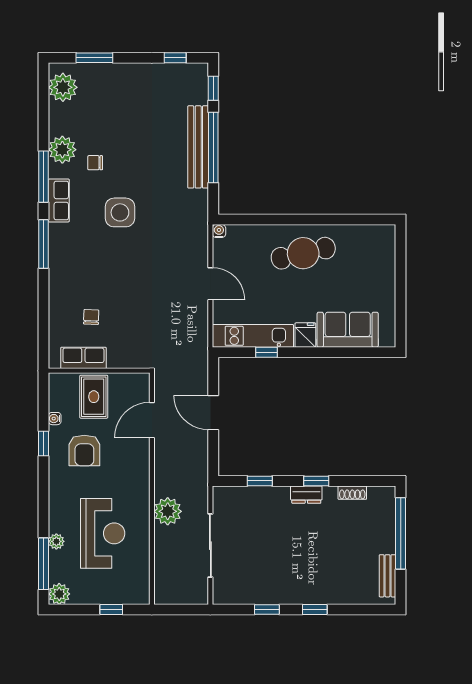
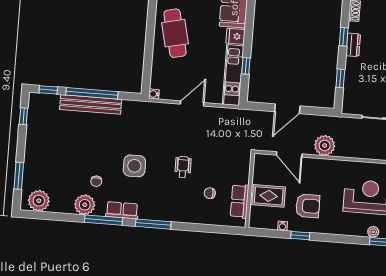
wheelchair: (124, 278) -> (183, 167), added
plant: (168, 511) -> (325, 145), moved

